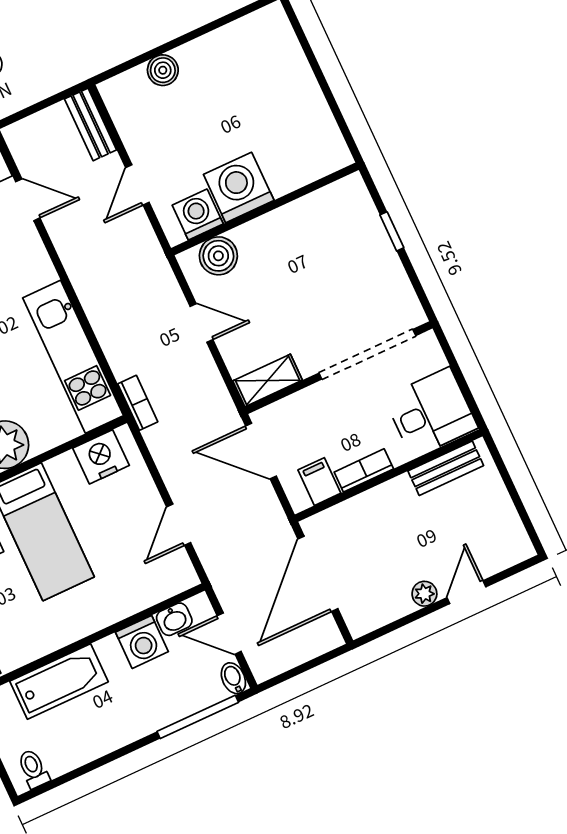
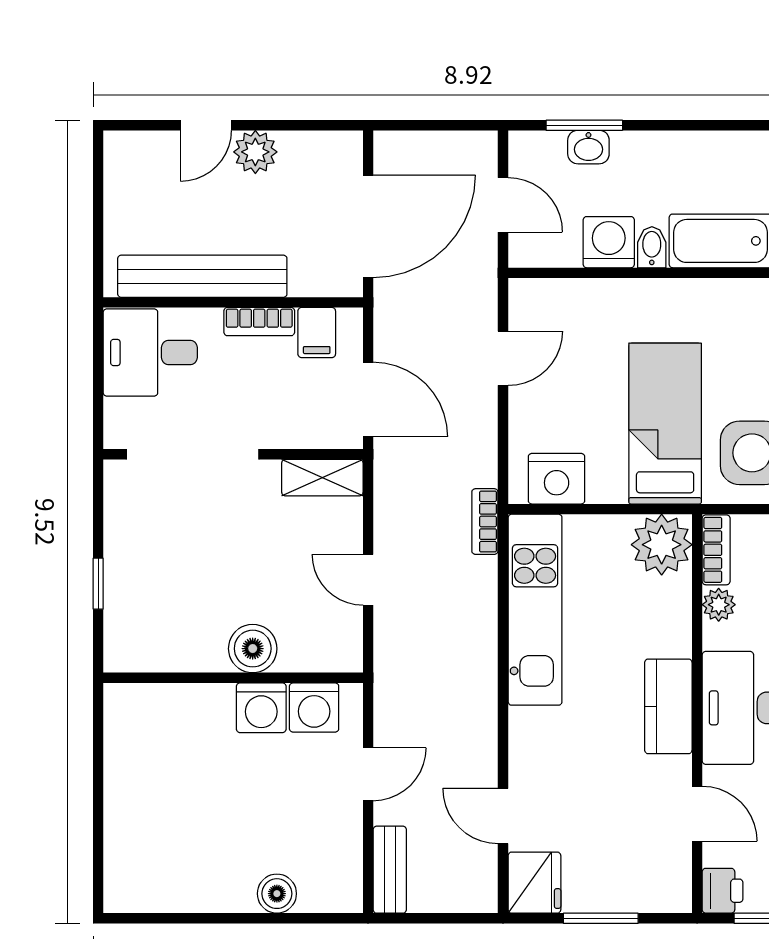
washing machine: (239, 187) -> (261, 708), width x0.73, depth x0.73
boiler: (218, 256) -> (253, 649), moved
bench: (446, 468) -> (202, 276), width x1.86, depth x1.21
plant: (424, 594) -> (255, 152), width x1.38, depth x1.38
washbasin: (174, 619) -> (588, 147), moved, turned 180
bidet: (233, 678) -> (652, 247), moved, turned 180
window: (198, 717) -> (584, 125), width x0.69

